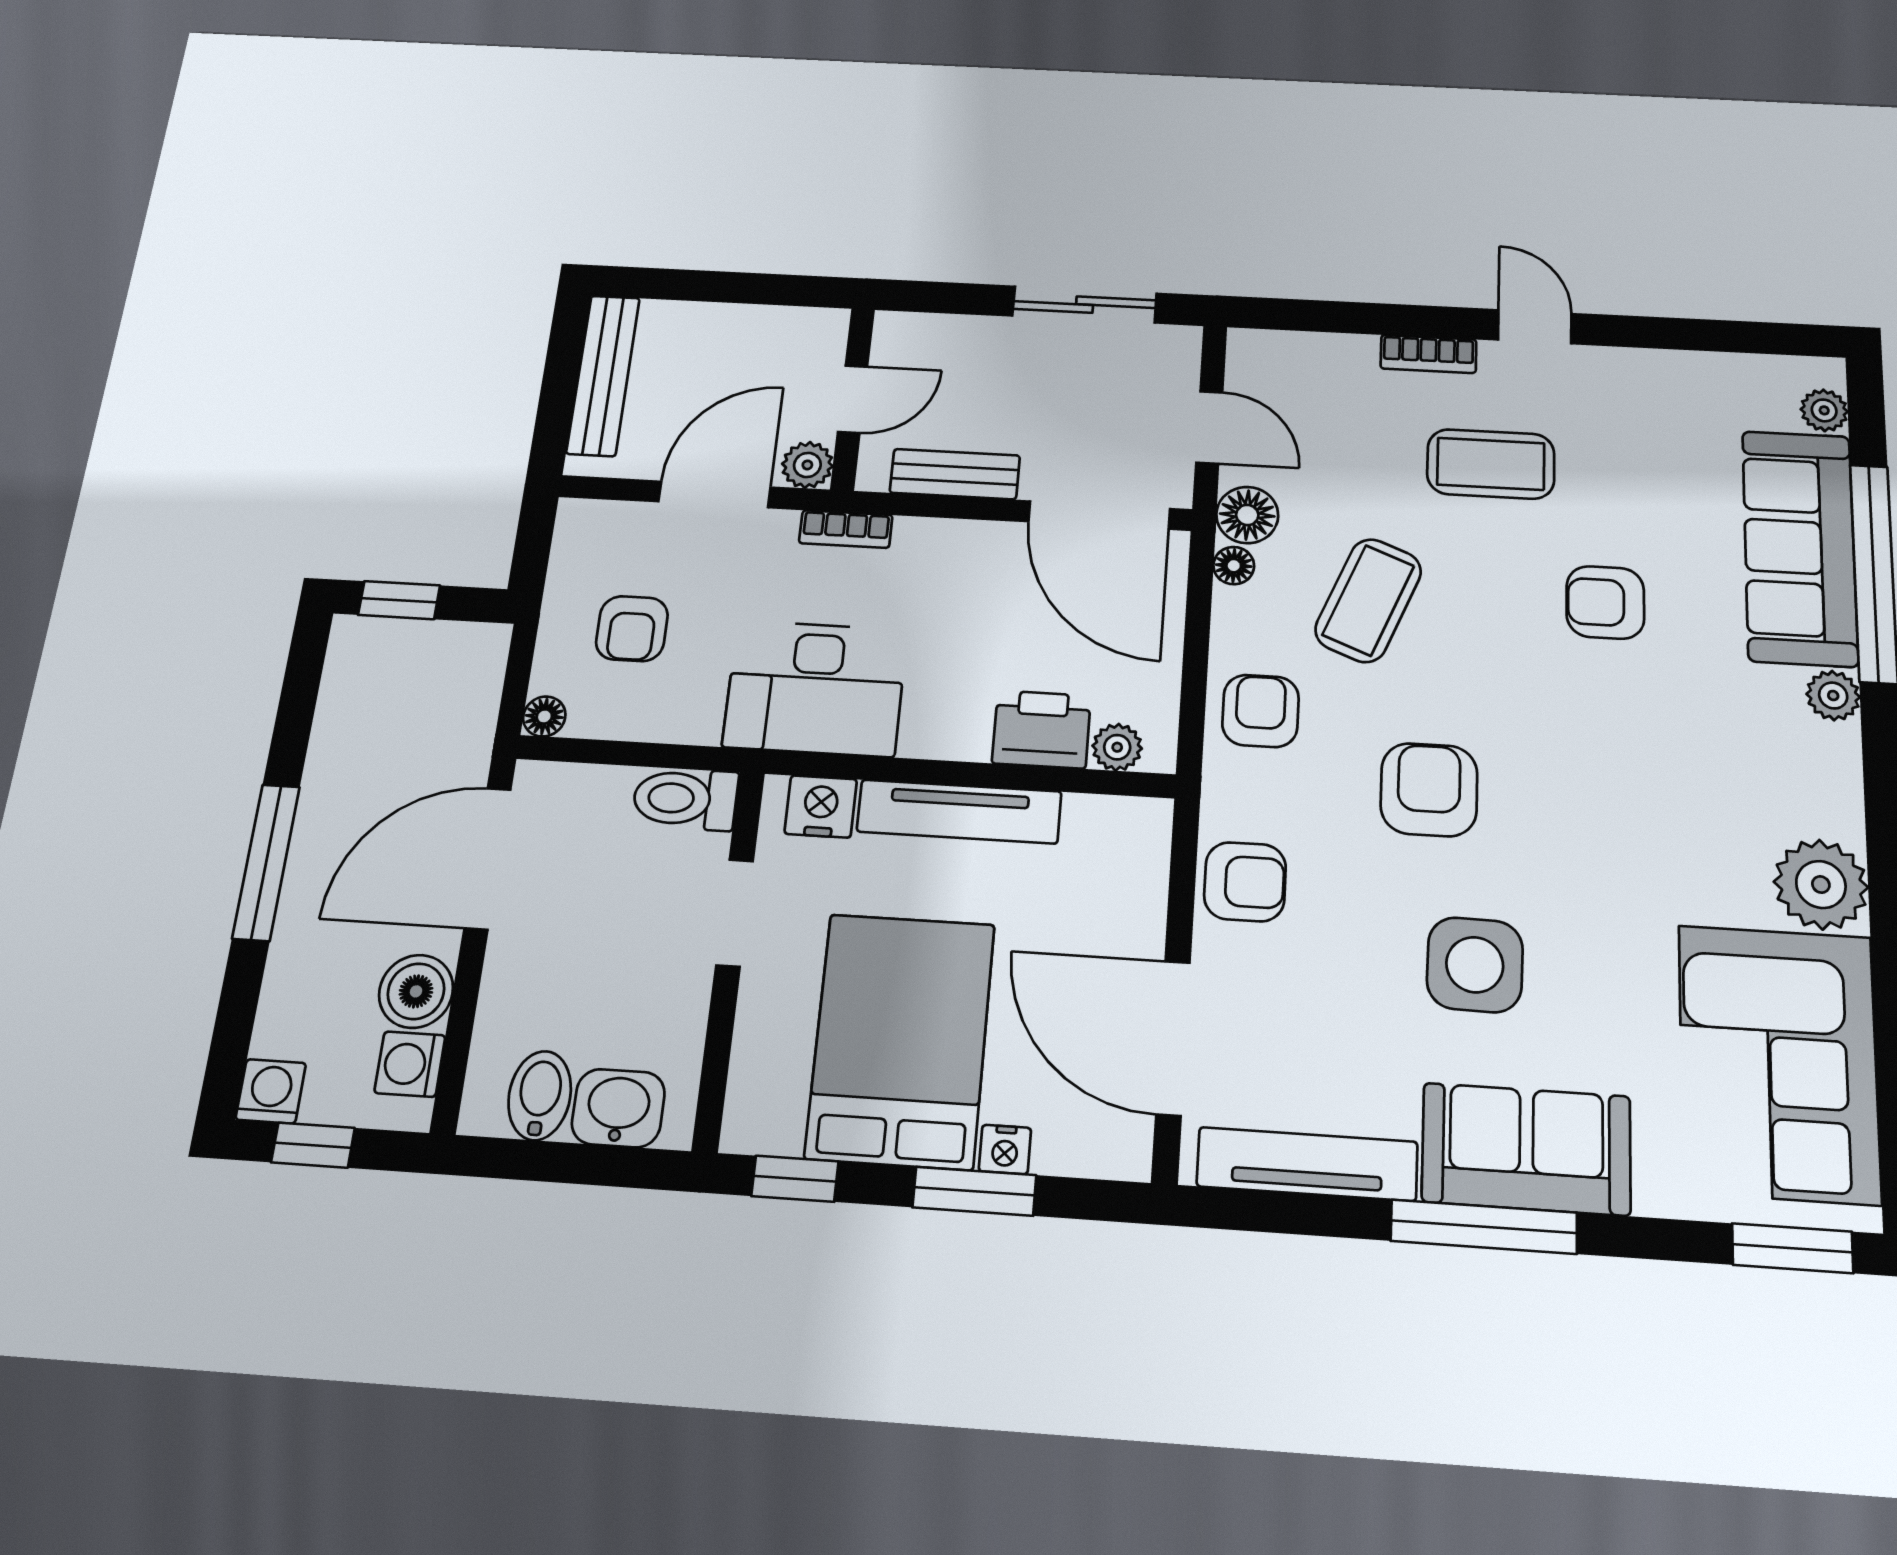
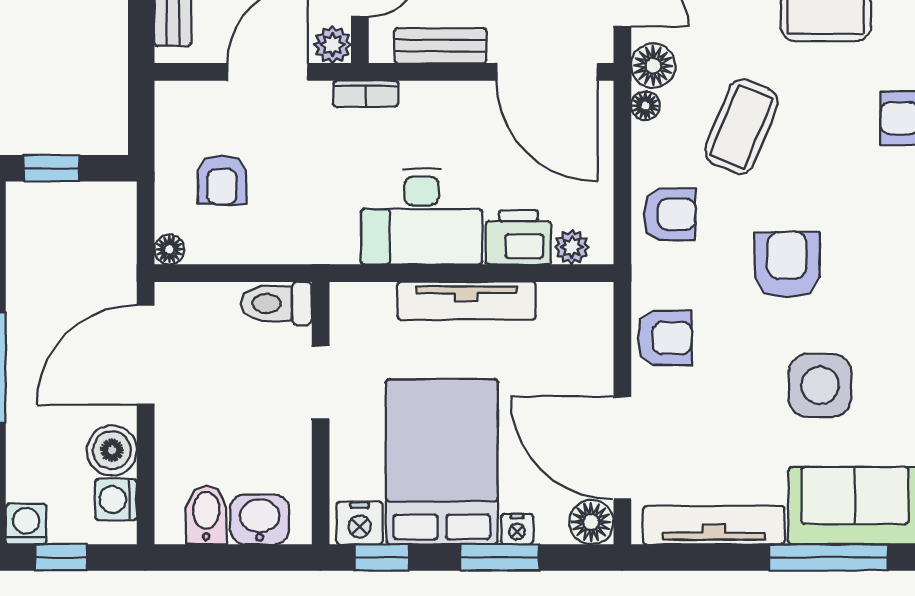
desk: (815, 688) -> (422, 217), moved
armchair: (1261, 711) -> (669, 214), turned 90
nightstand: (821, 806) -> (360, 523), moved, turned 180
floor lamp: (1119, 1146) -> (591, 522), added

